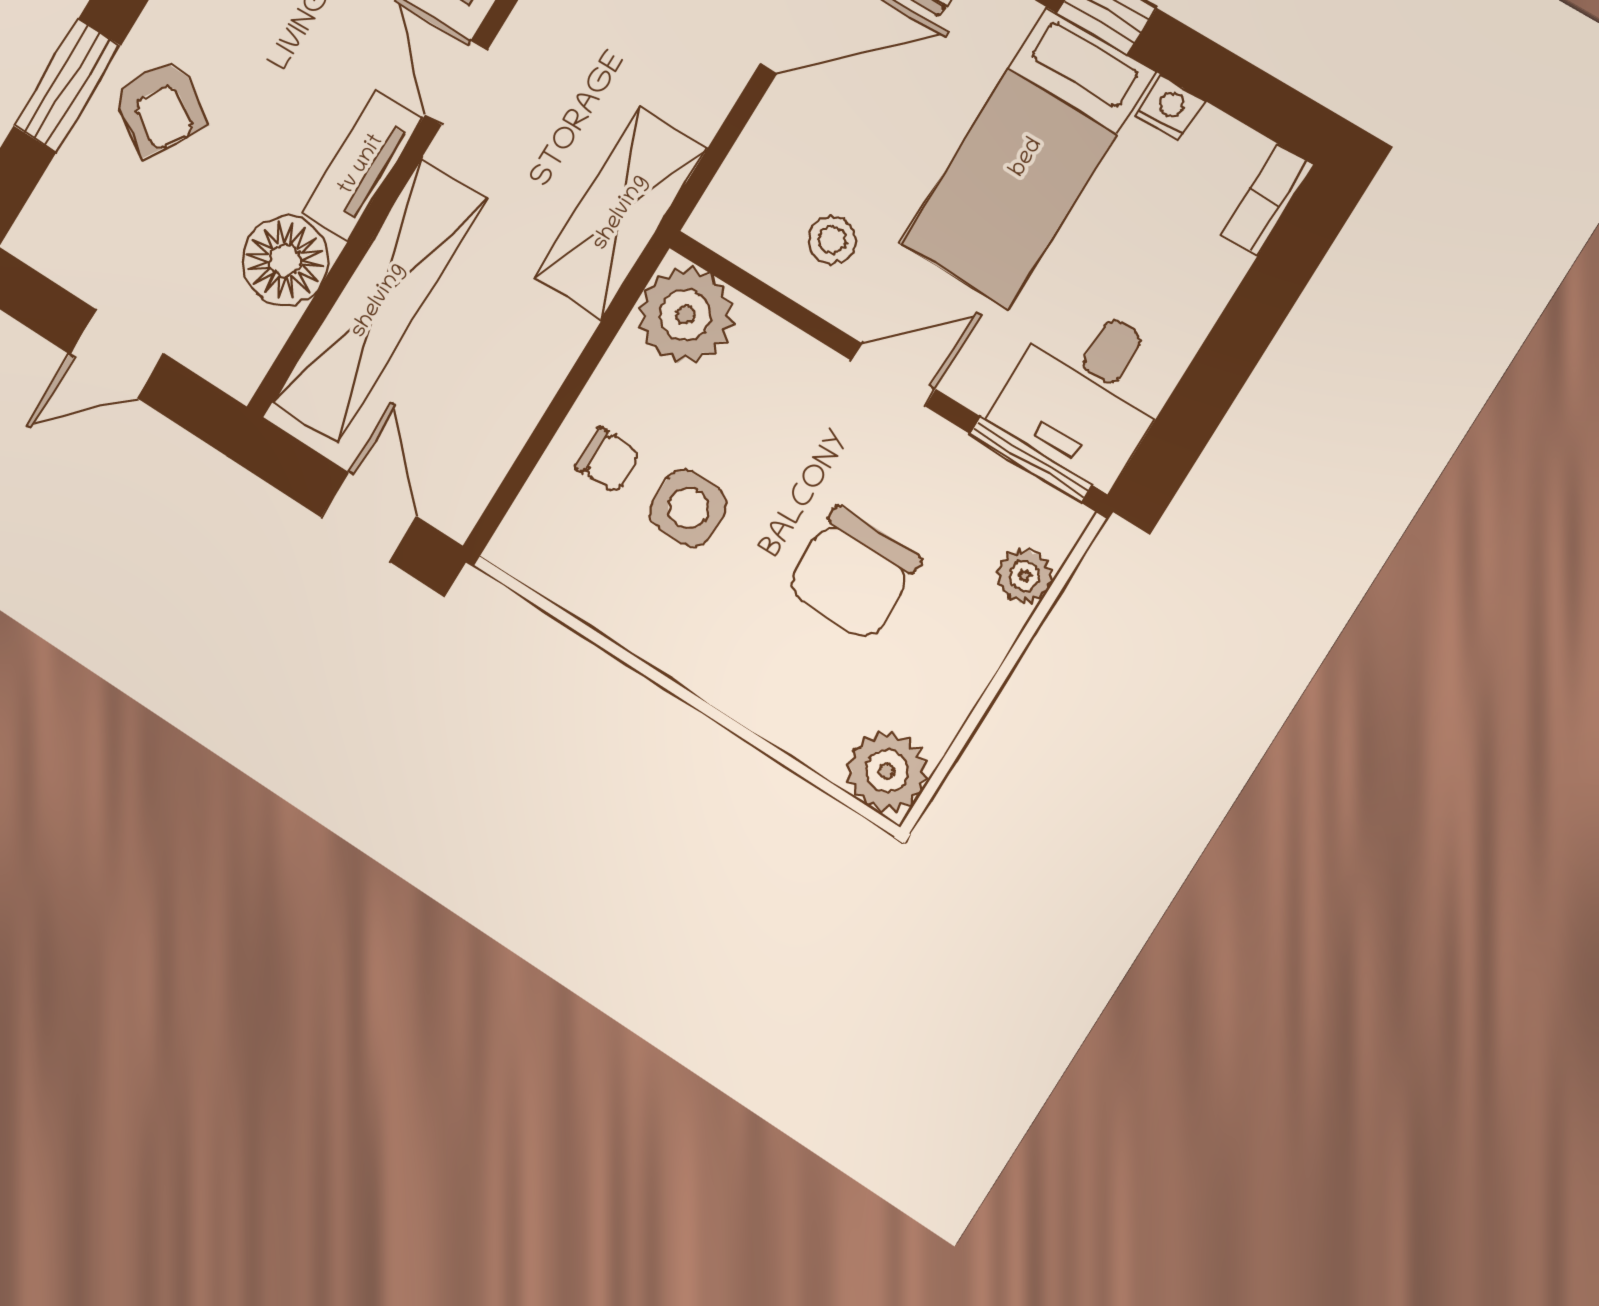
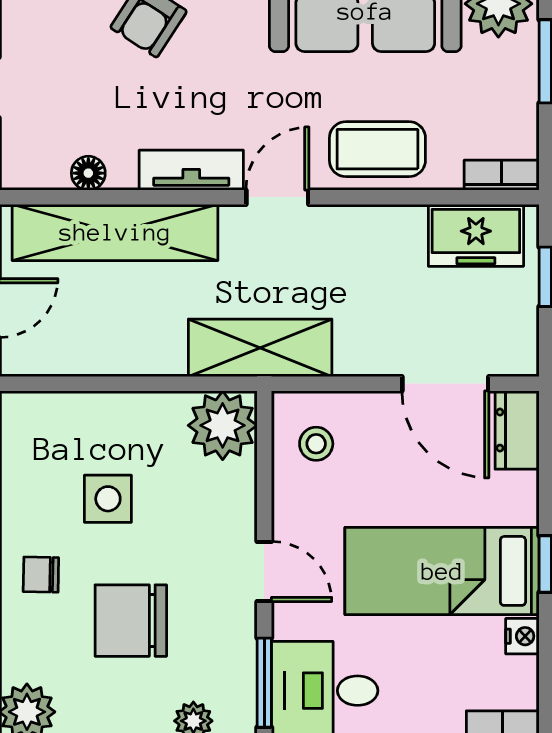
stool: (832, 240) -> (316, 444), moved
floor lamp: (285, 260) -> (88, 173), width x0.53, depth x0.53
chair: (608, 460) -> (41, 575), moved, turned 91

